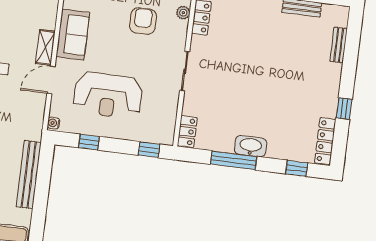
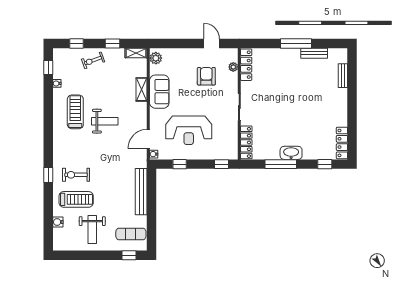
shelving: (45, 47) -> (141, 89), moved
door: (51, 80) -> (148, 139), moved
window: (344, 109) -> (352, 119), removed
locker: (187, 132) -> (246, 142), width x1.53

